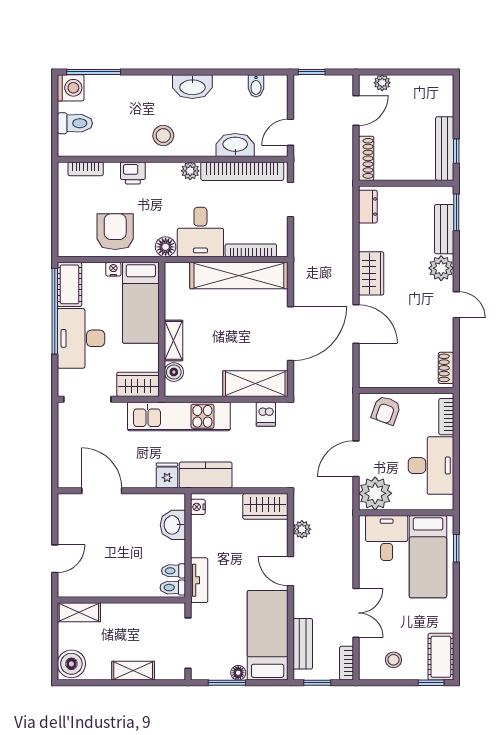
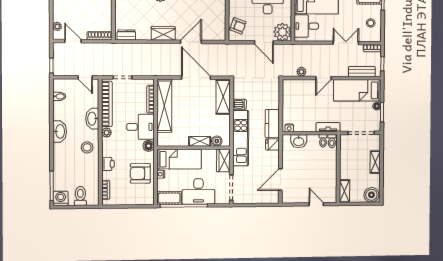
washbasin: (235, 145) -> (92, 119), moved
dishwasher: (266, 414) -> (240, 104), moved
wardrobe: (265, 506) -> (289, 91), removed

